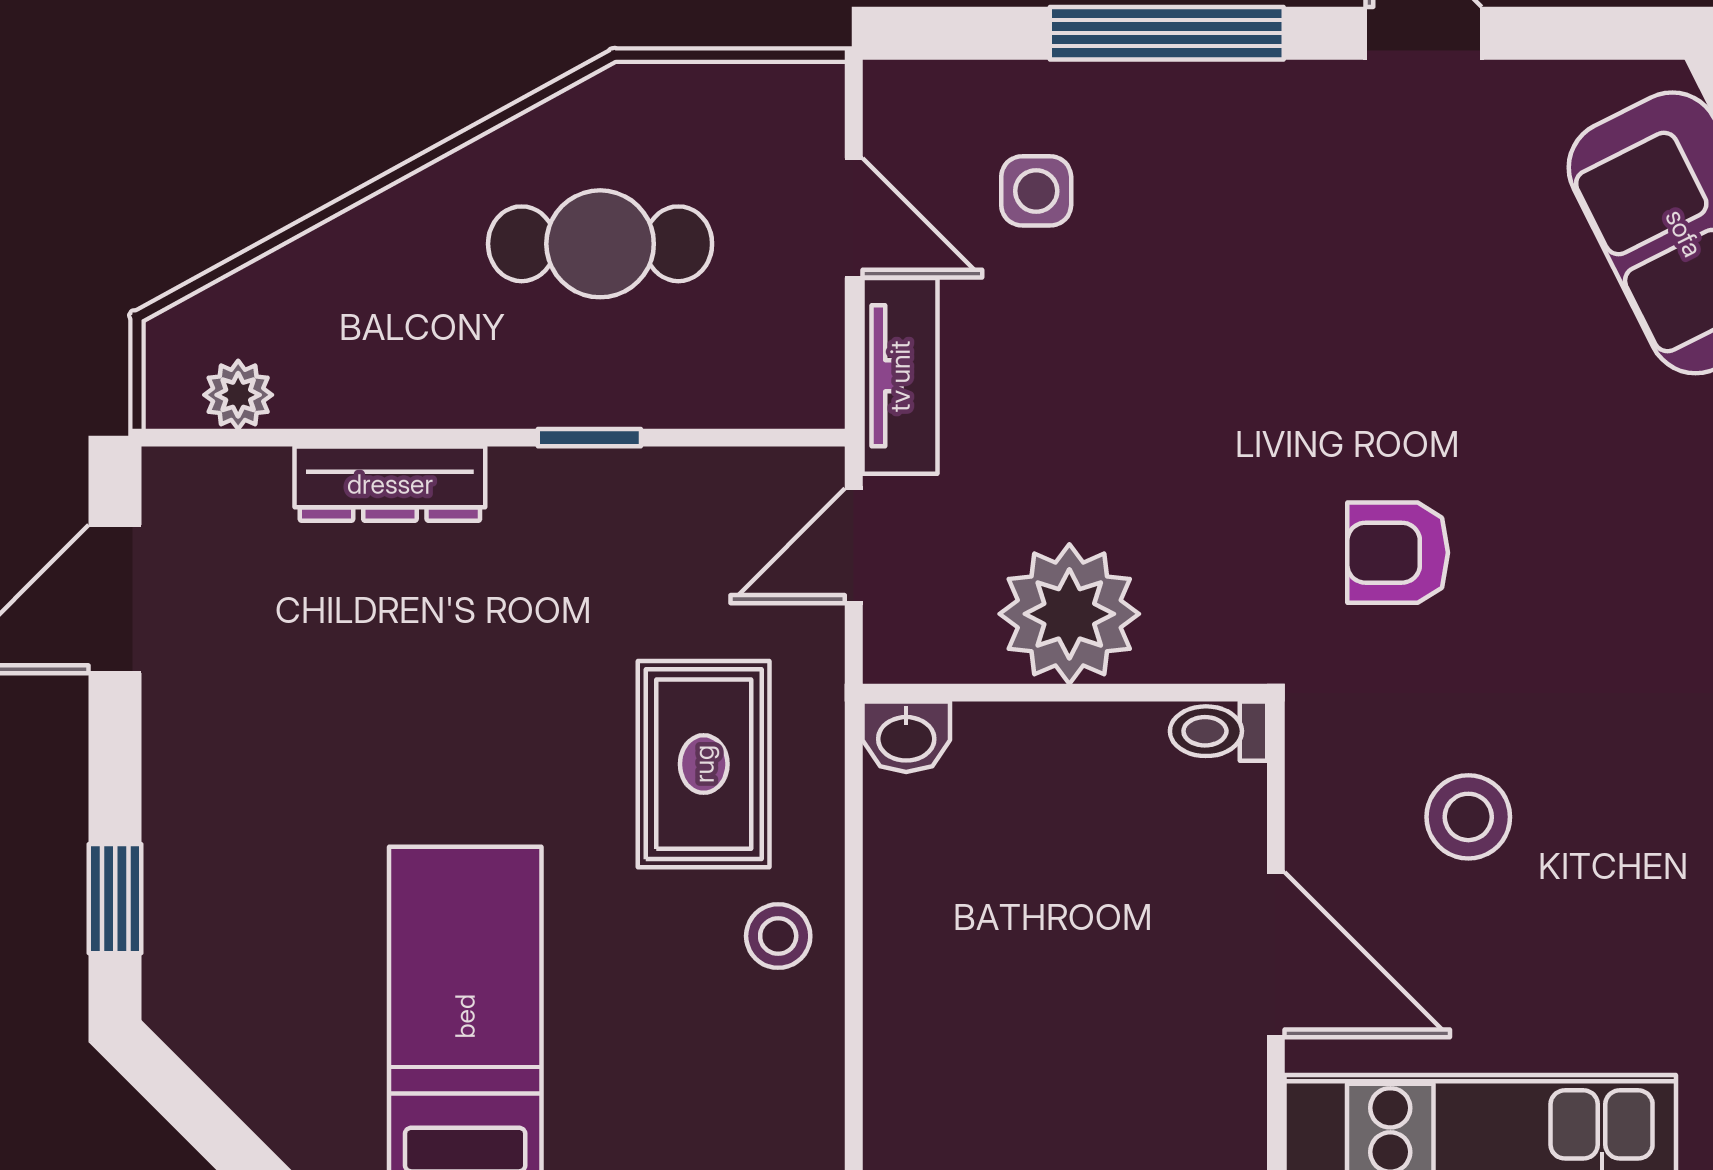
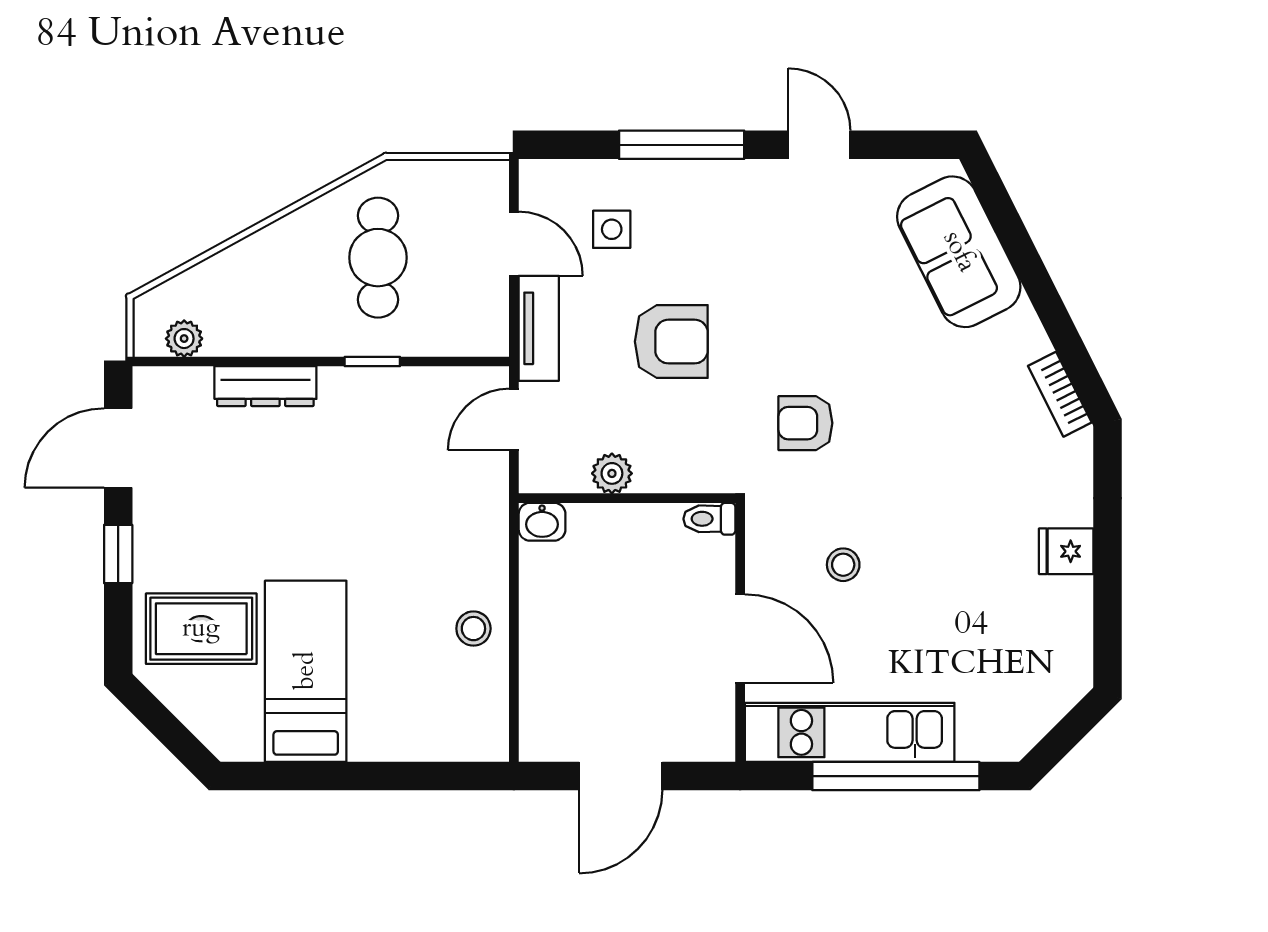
cafe table: (600, 244) -> (378, 258), turned 90
armchair: (1147, 400) -> (671, 342), added
plant: (1069, 614) -> (612, 473), width x0.53, depth x0.53
rug: (704, 764) -> (201, 629), moved, turned 90
stool: (1468, 817) -> (843, 565), width x0.73, depth x0.73
window: (115, 899) -> (118, 554), moved

